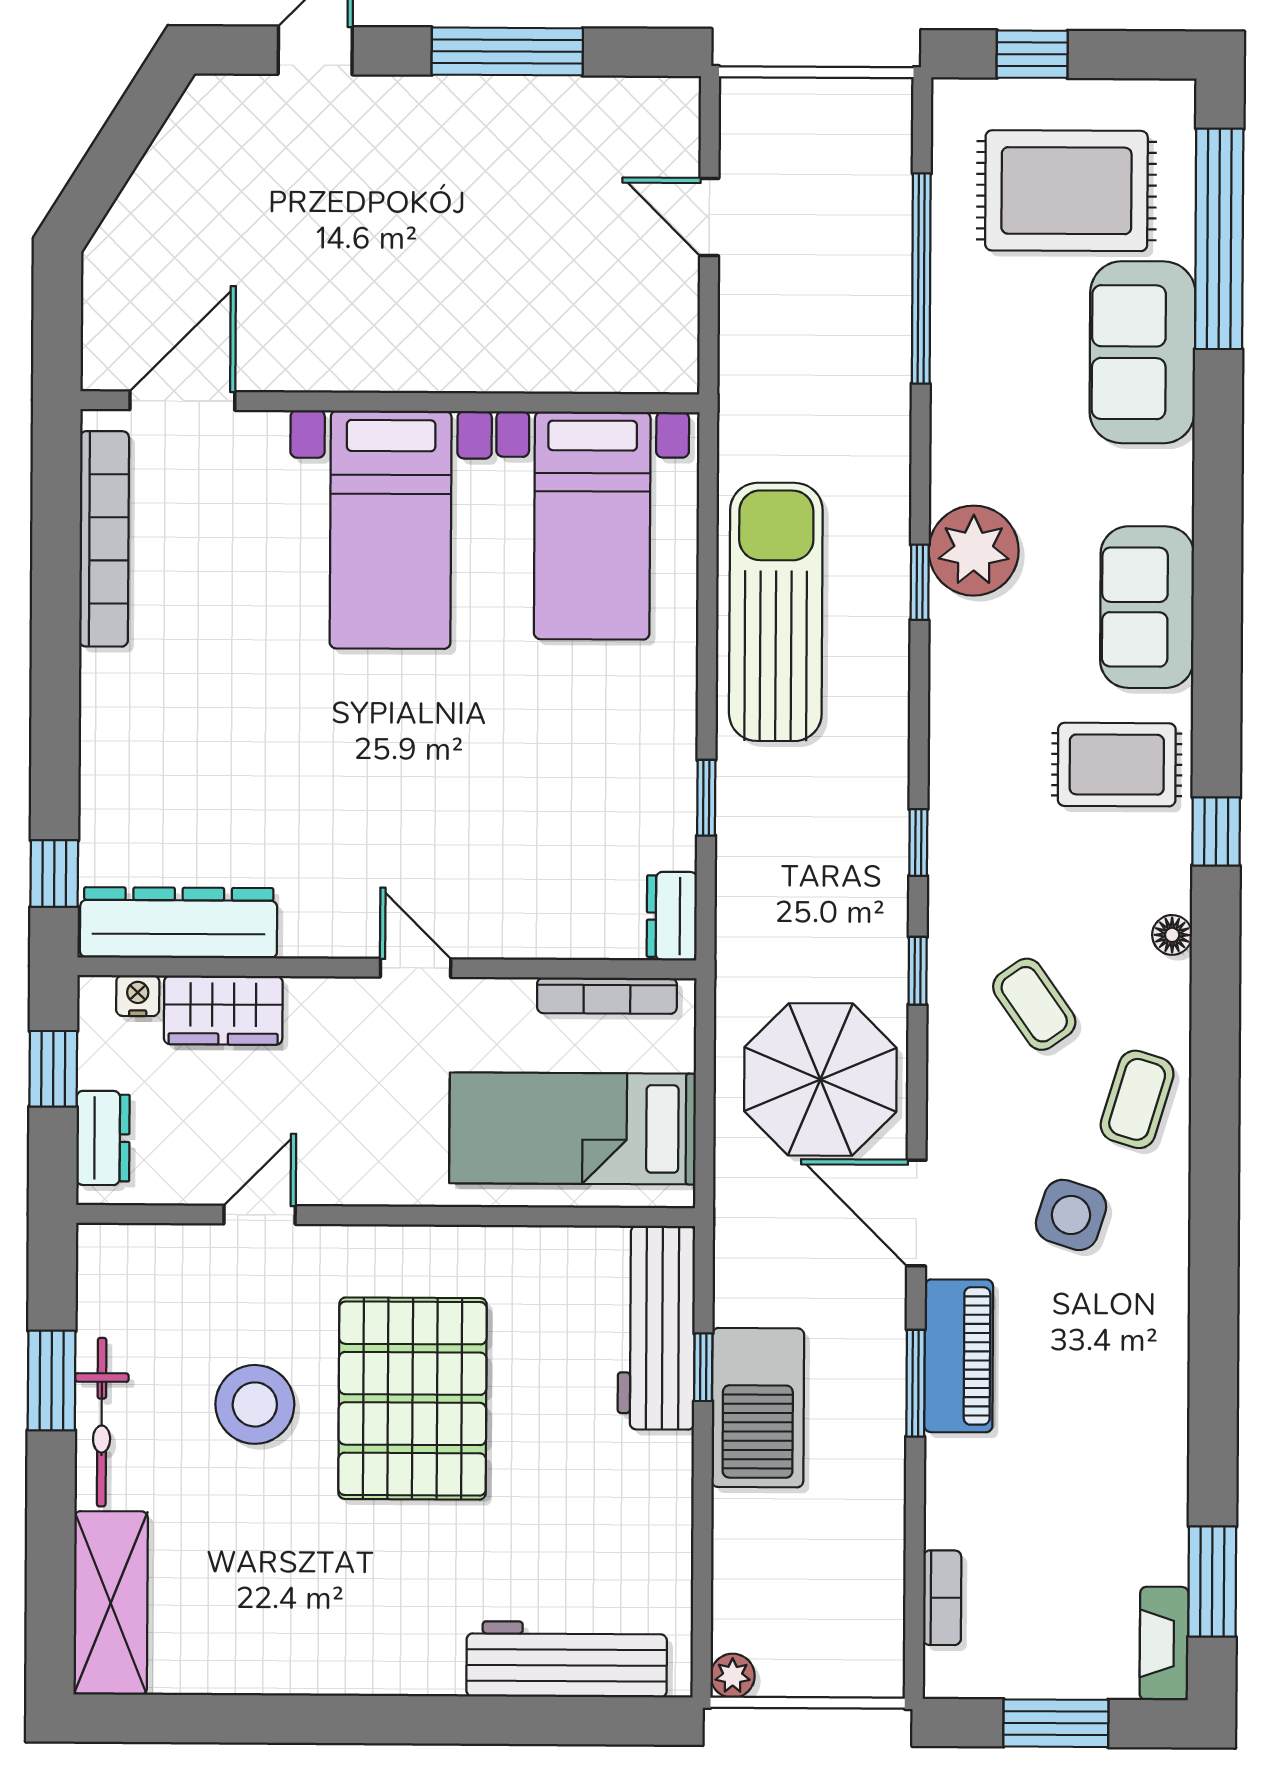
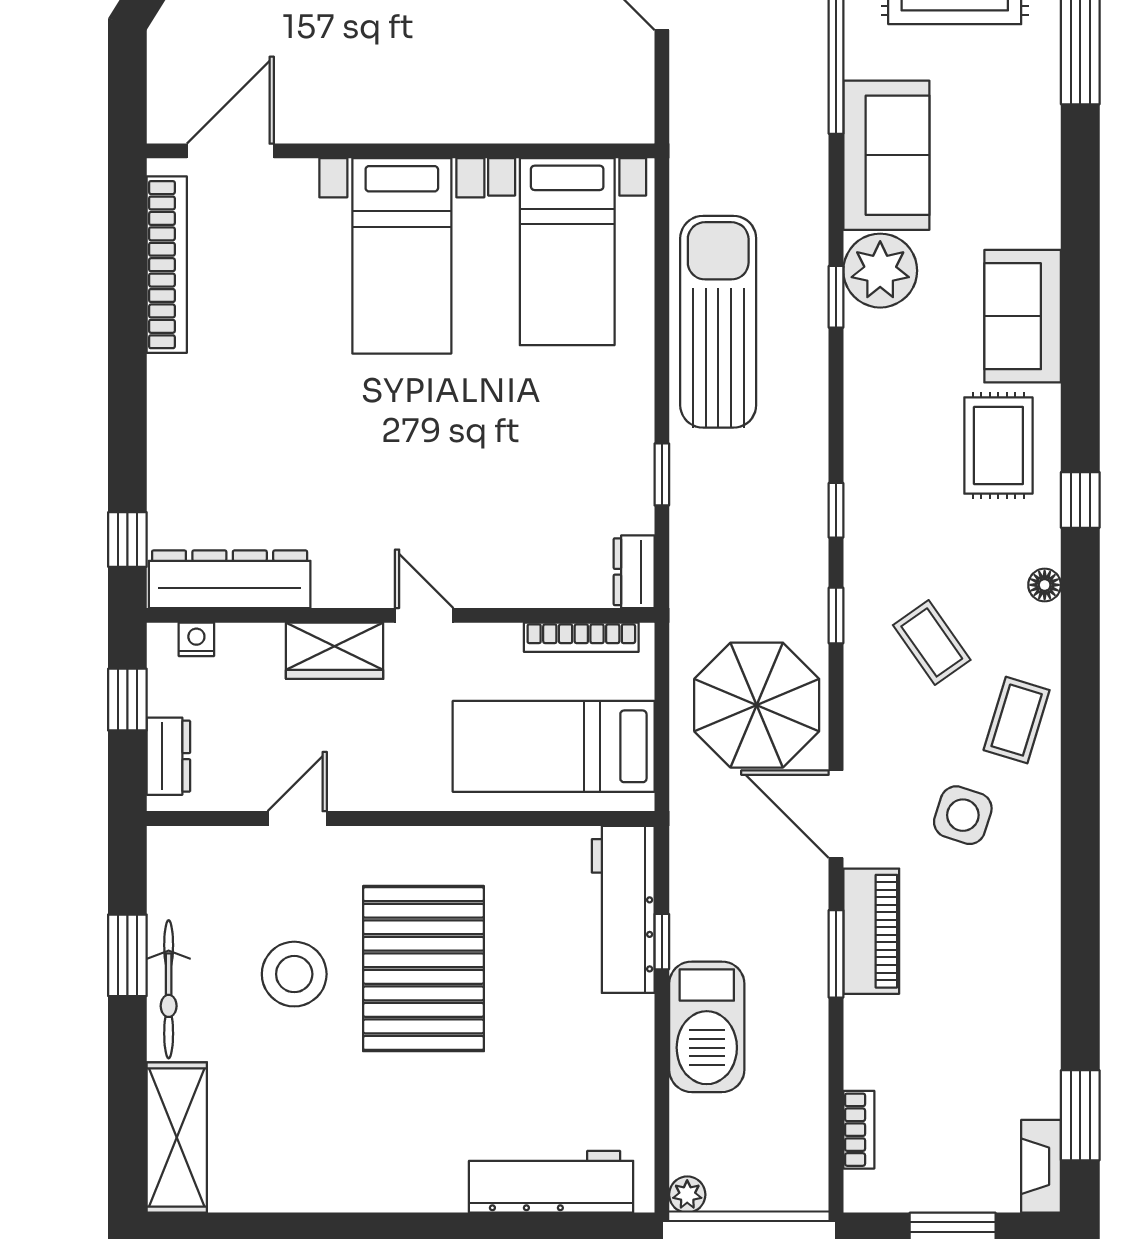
sofa: (1142, 352) -> (886, 155), moved, turned 180
rug: (1117, 765) -> (998, 446), turned 90
wardrobe: (223, 1010) -> (335, 651), moved
barbecue: (758, 1408) -> (707, 1027), moved

